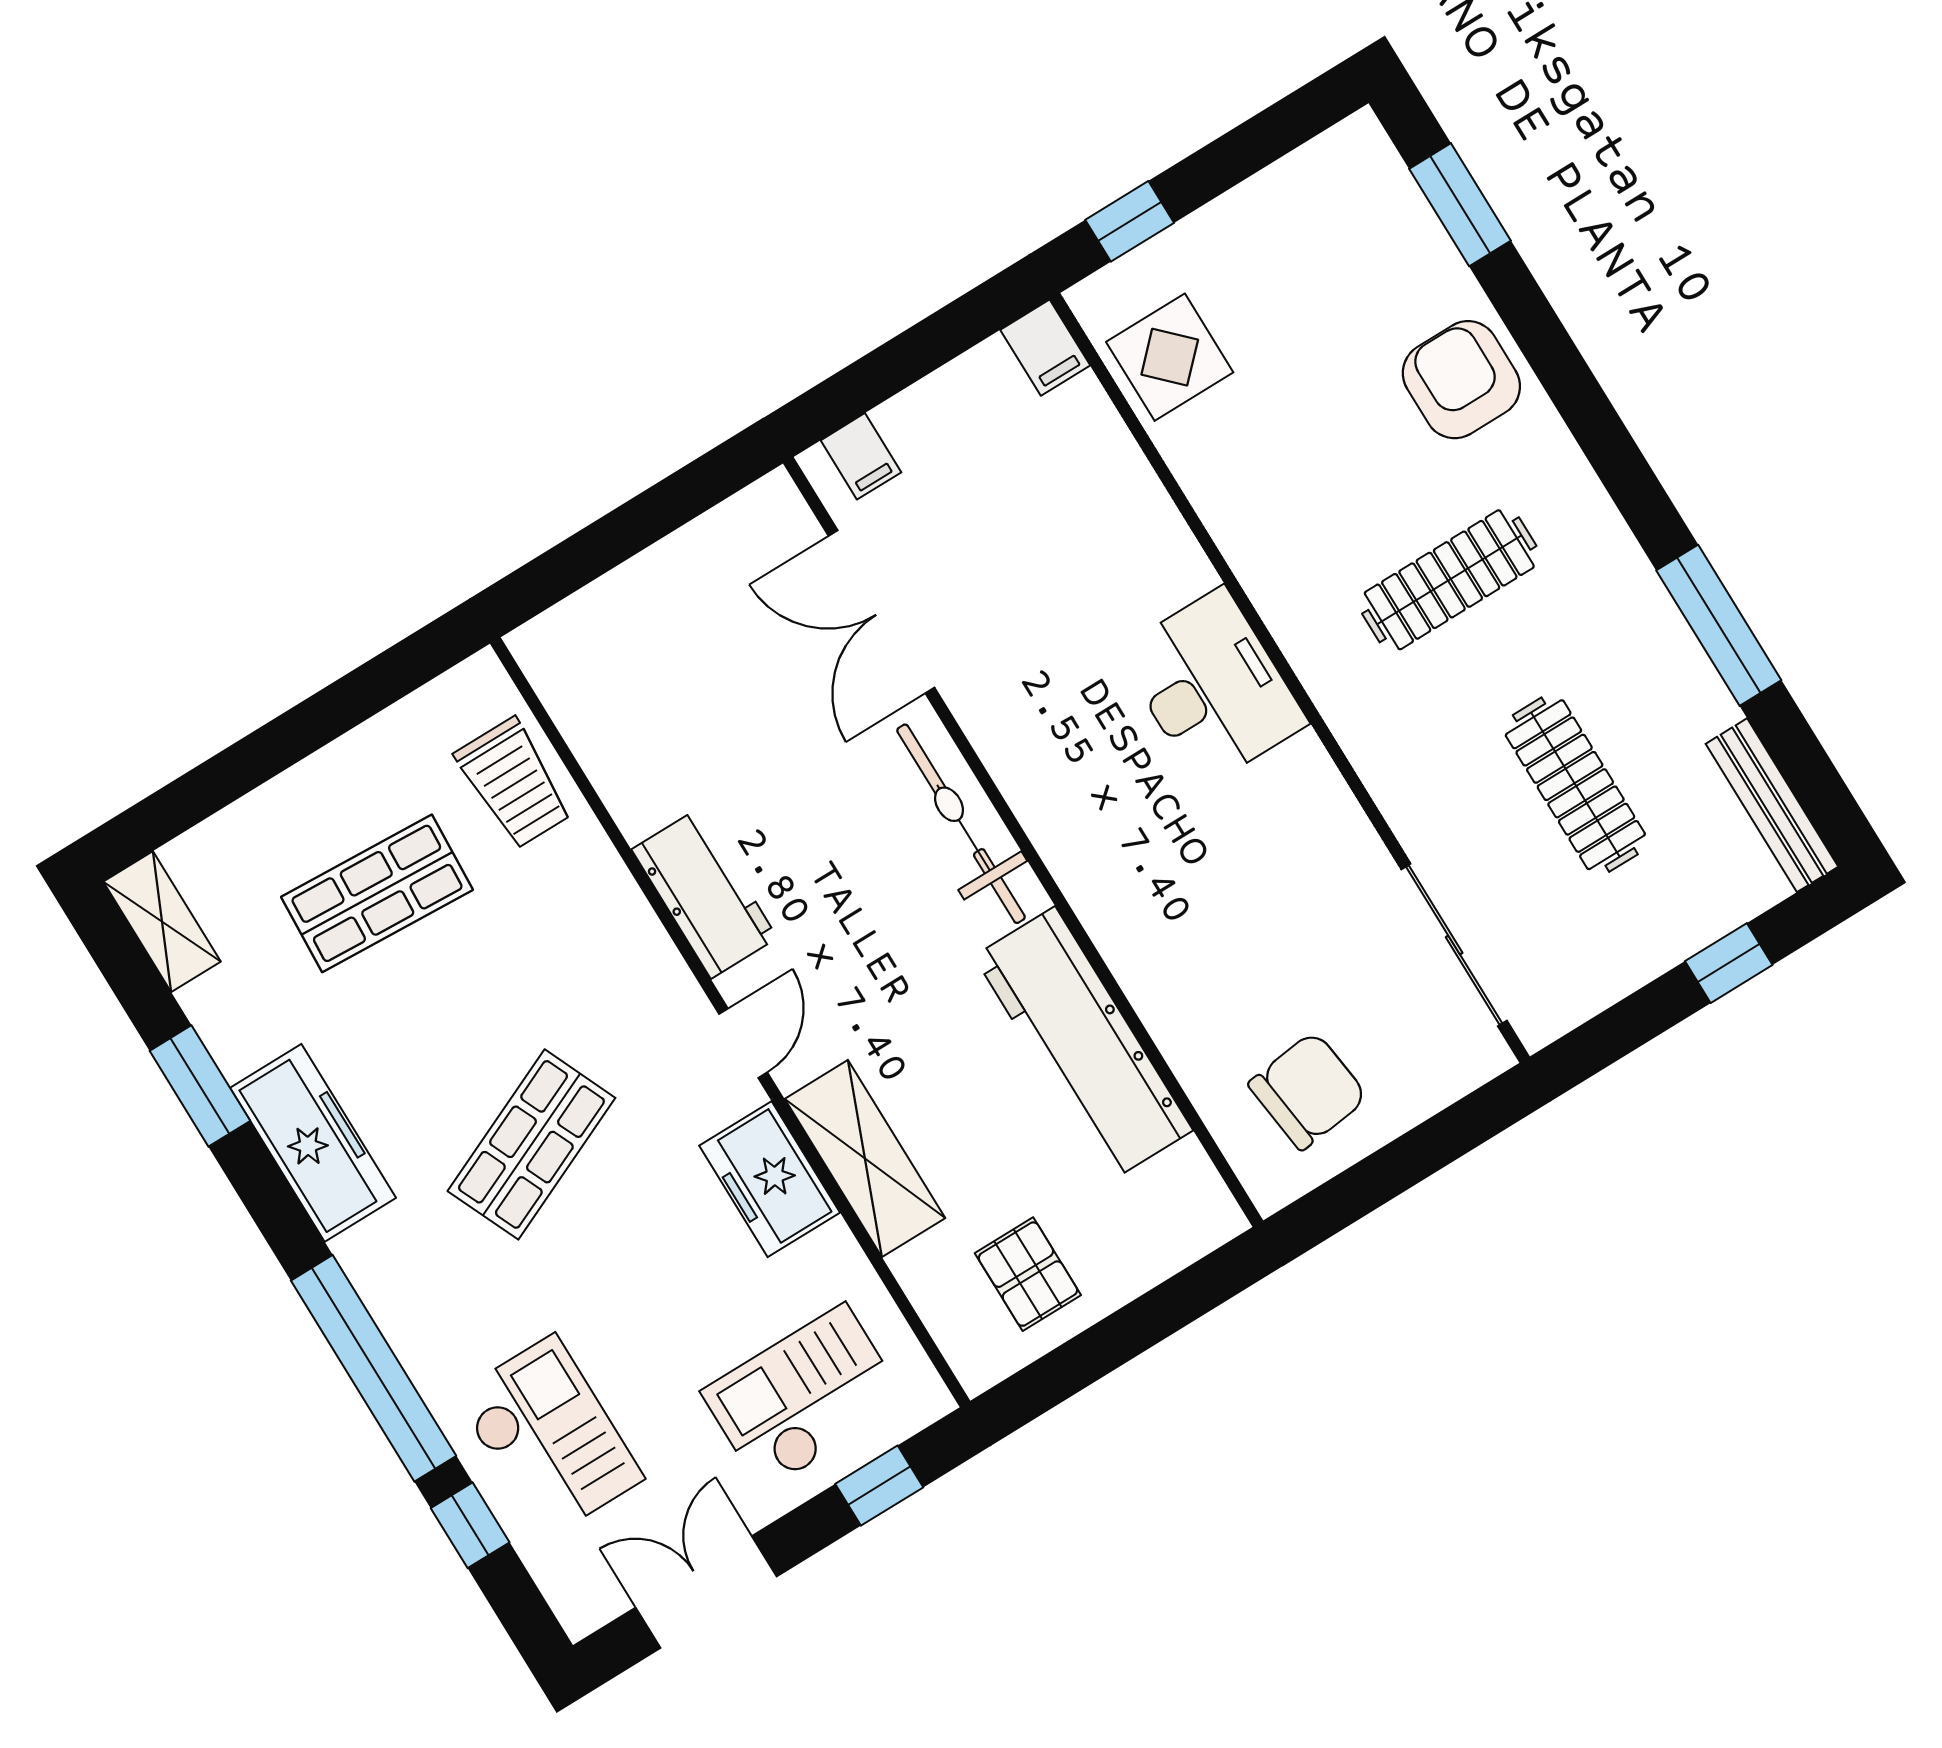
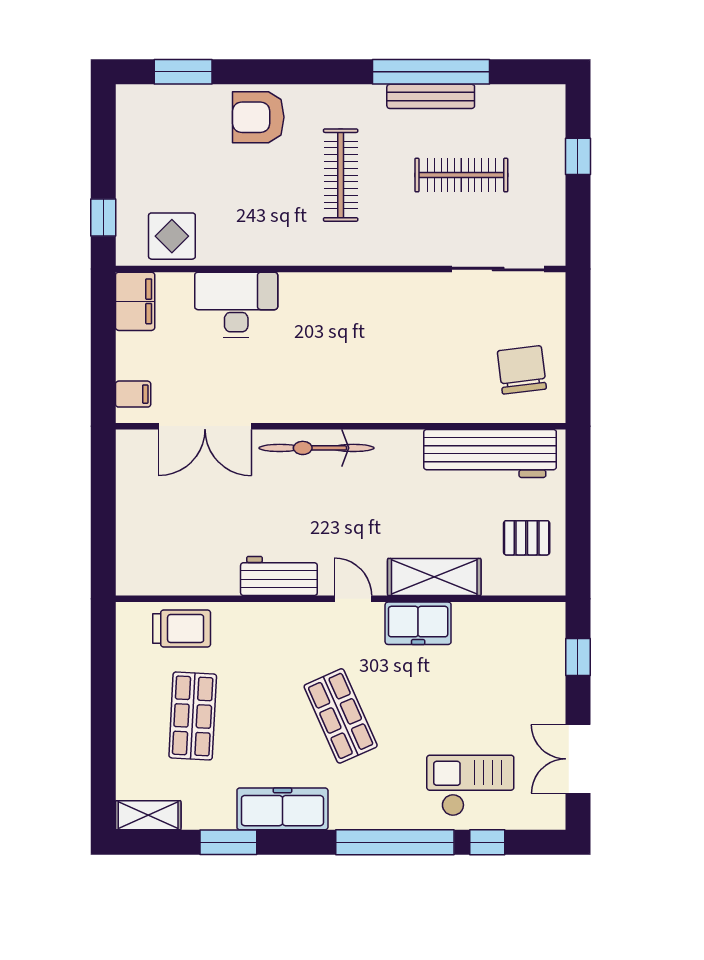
filing cabinet: (1045, 348) -> (135, 301), width x2.00
window: (1719, 625) -> (431, 72), width x1.46
desk: (1213, 687) -> (236, 305), moved
bench: (1772, 805) -> (431, 96), moved
workbench: (1083, 1043) -> (490, 453), moved
checkout: (804, 1398) -> (521, 666), removed

